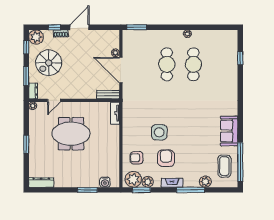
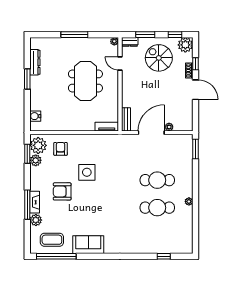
window: (26, 144) -> (74, 35), width x1.44
armchair: (166, 158) -> (62, 191), moved, turned 180
dresser: (41, 182) -> (35, 62), moved
fireplace: (172, 183) -> (35, 202), moved
window: (87, 190) -> (27, 79), moved

